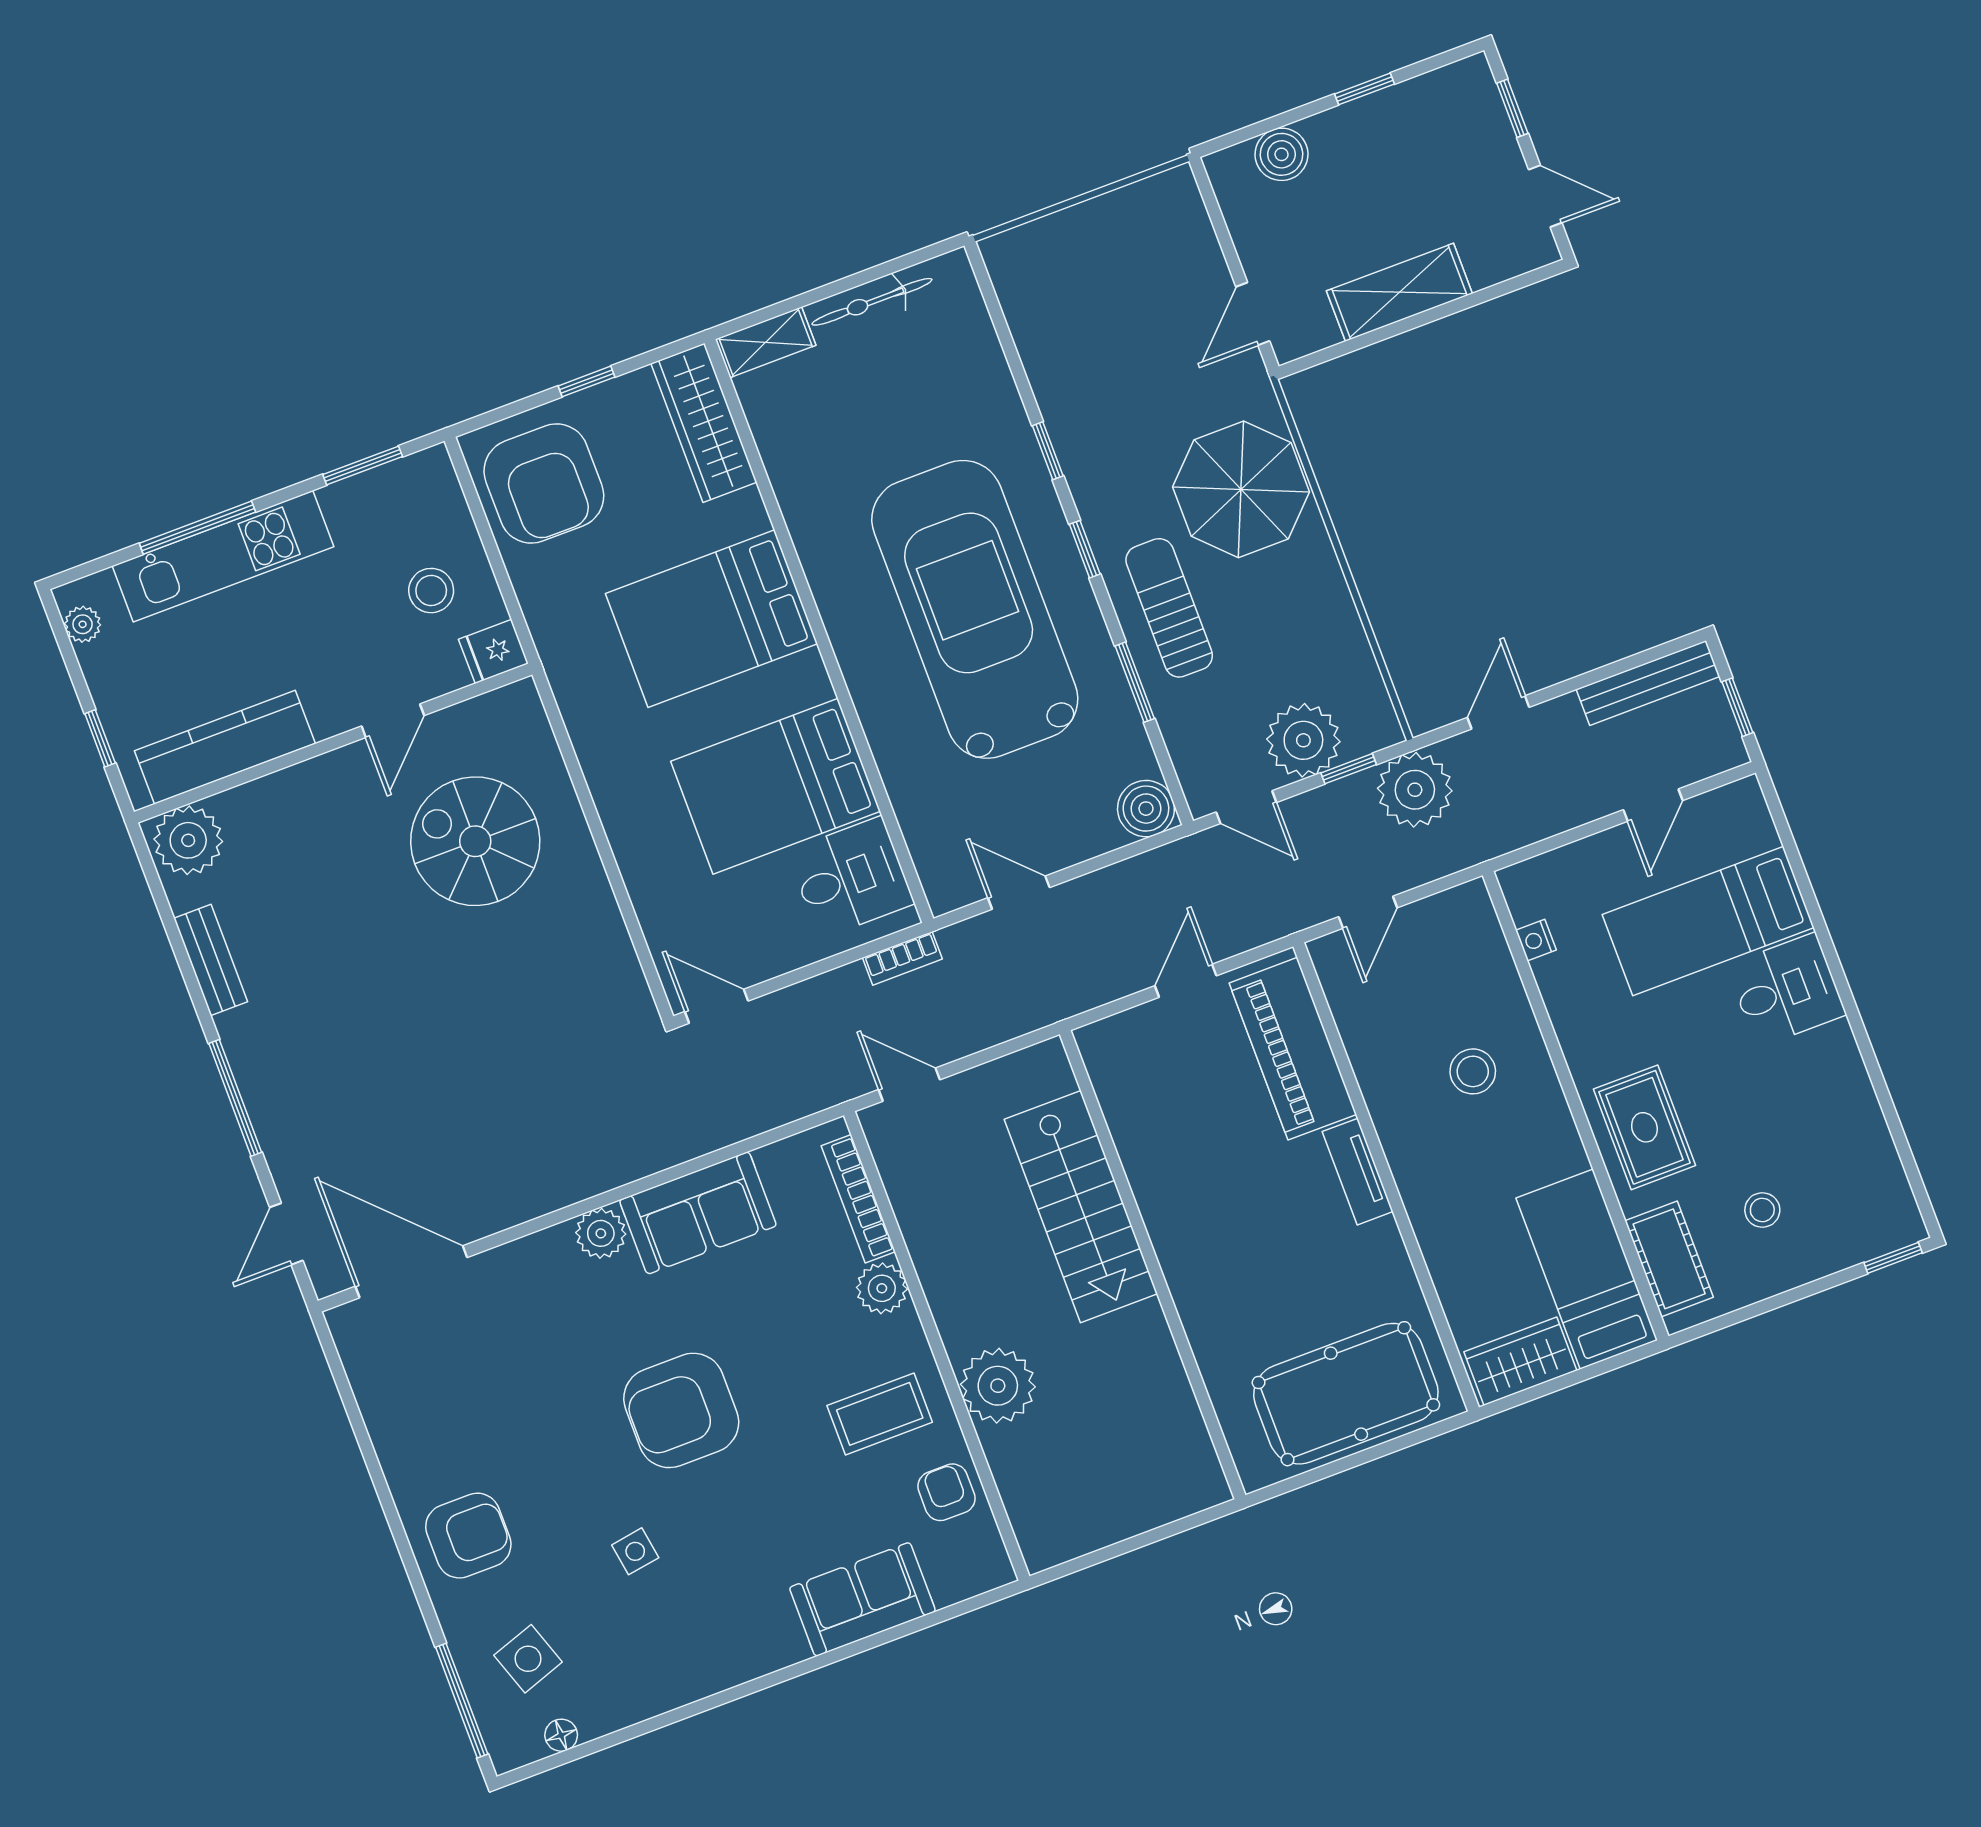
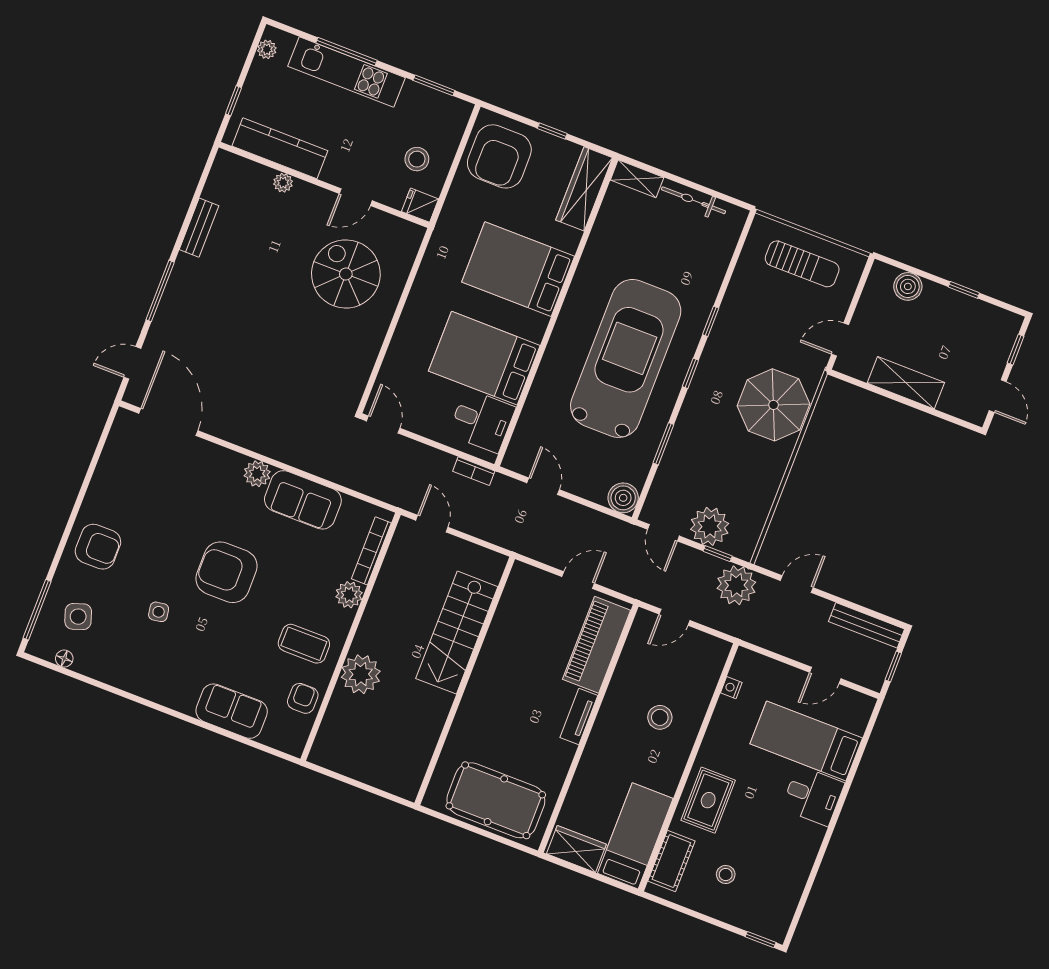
sun lounger: (1169, 608) -> (802, 264), moved, turned 90
plant: (188, 840) -> (283, 183), moved, width x0.53, depth x0.53

